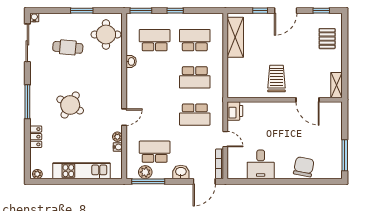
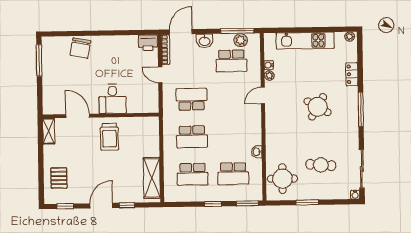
school desk: (195, 77) -> (192, 137), turned 180
printer: (235, 111) -> (148, 43), moved, turned -90
desk: (261, 164) -> (113, 99), moved, turned 180

